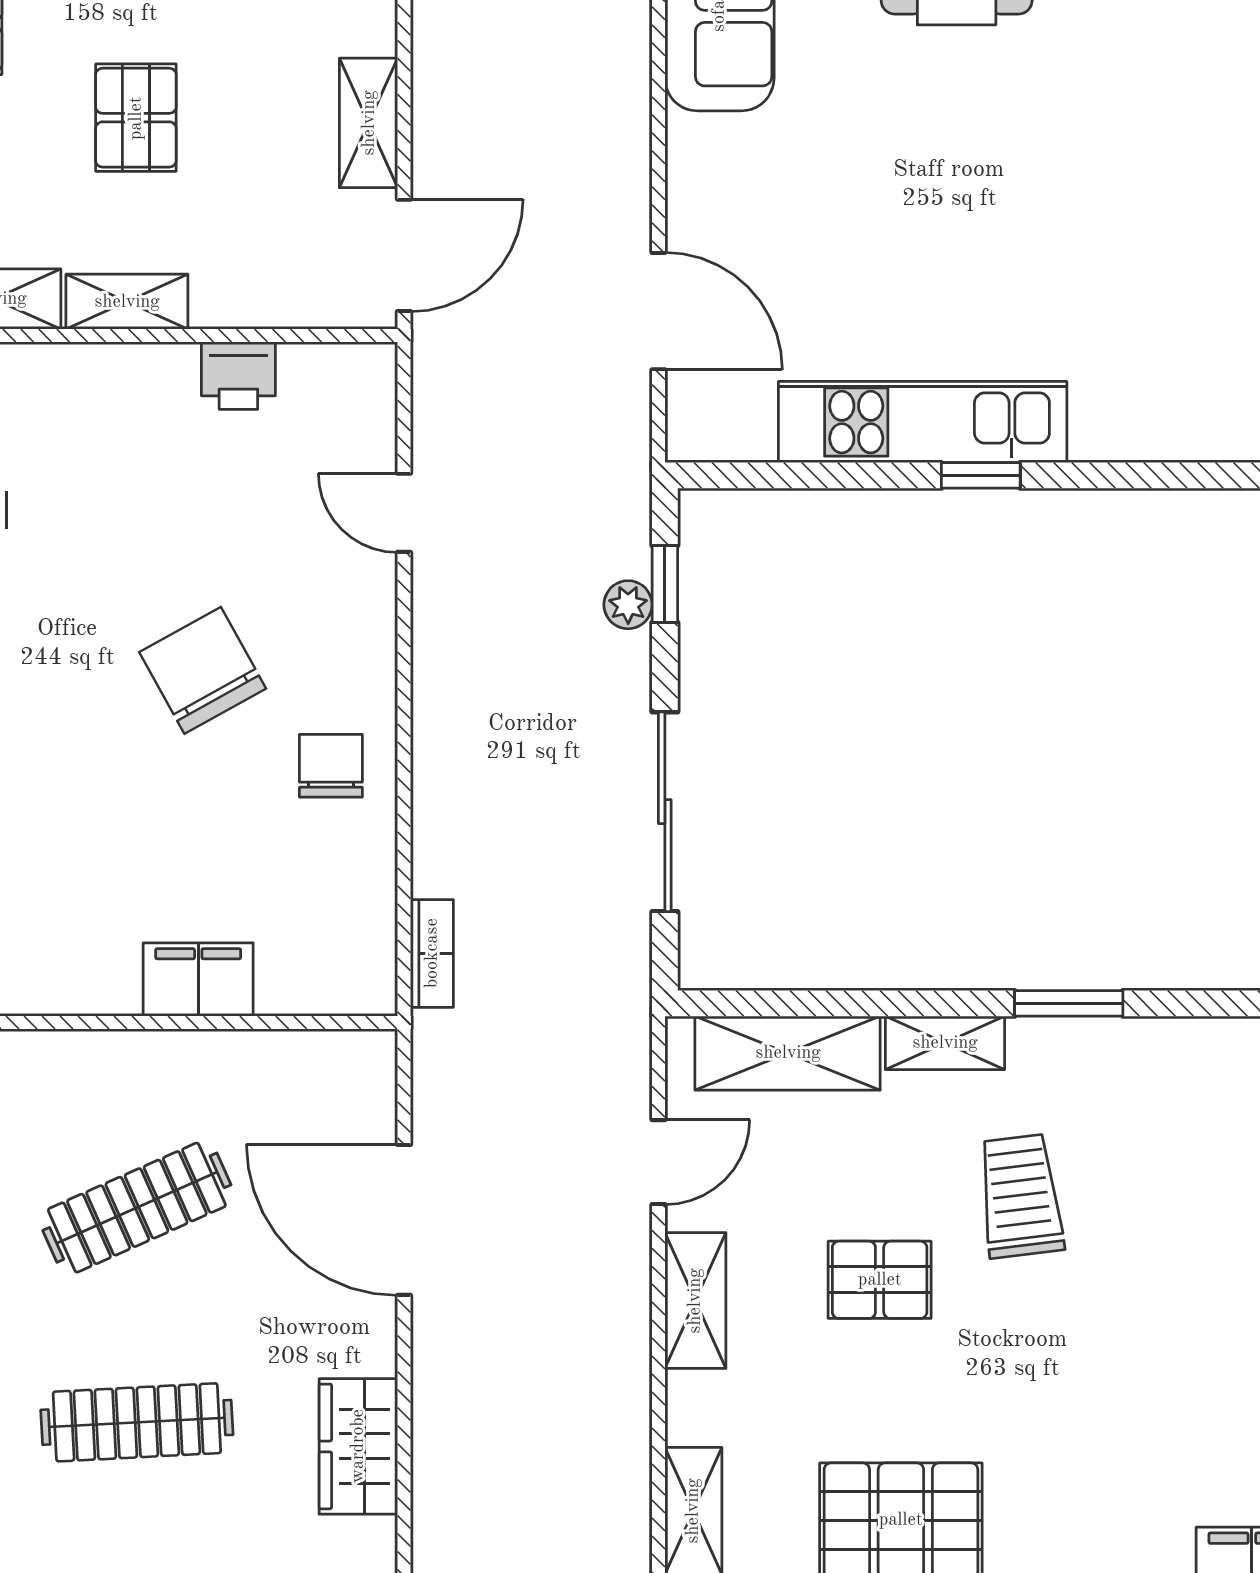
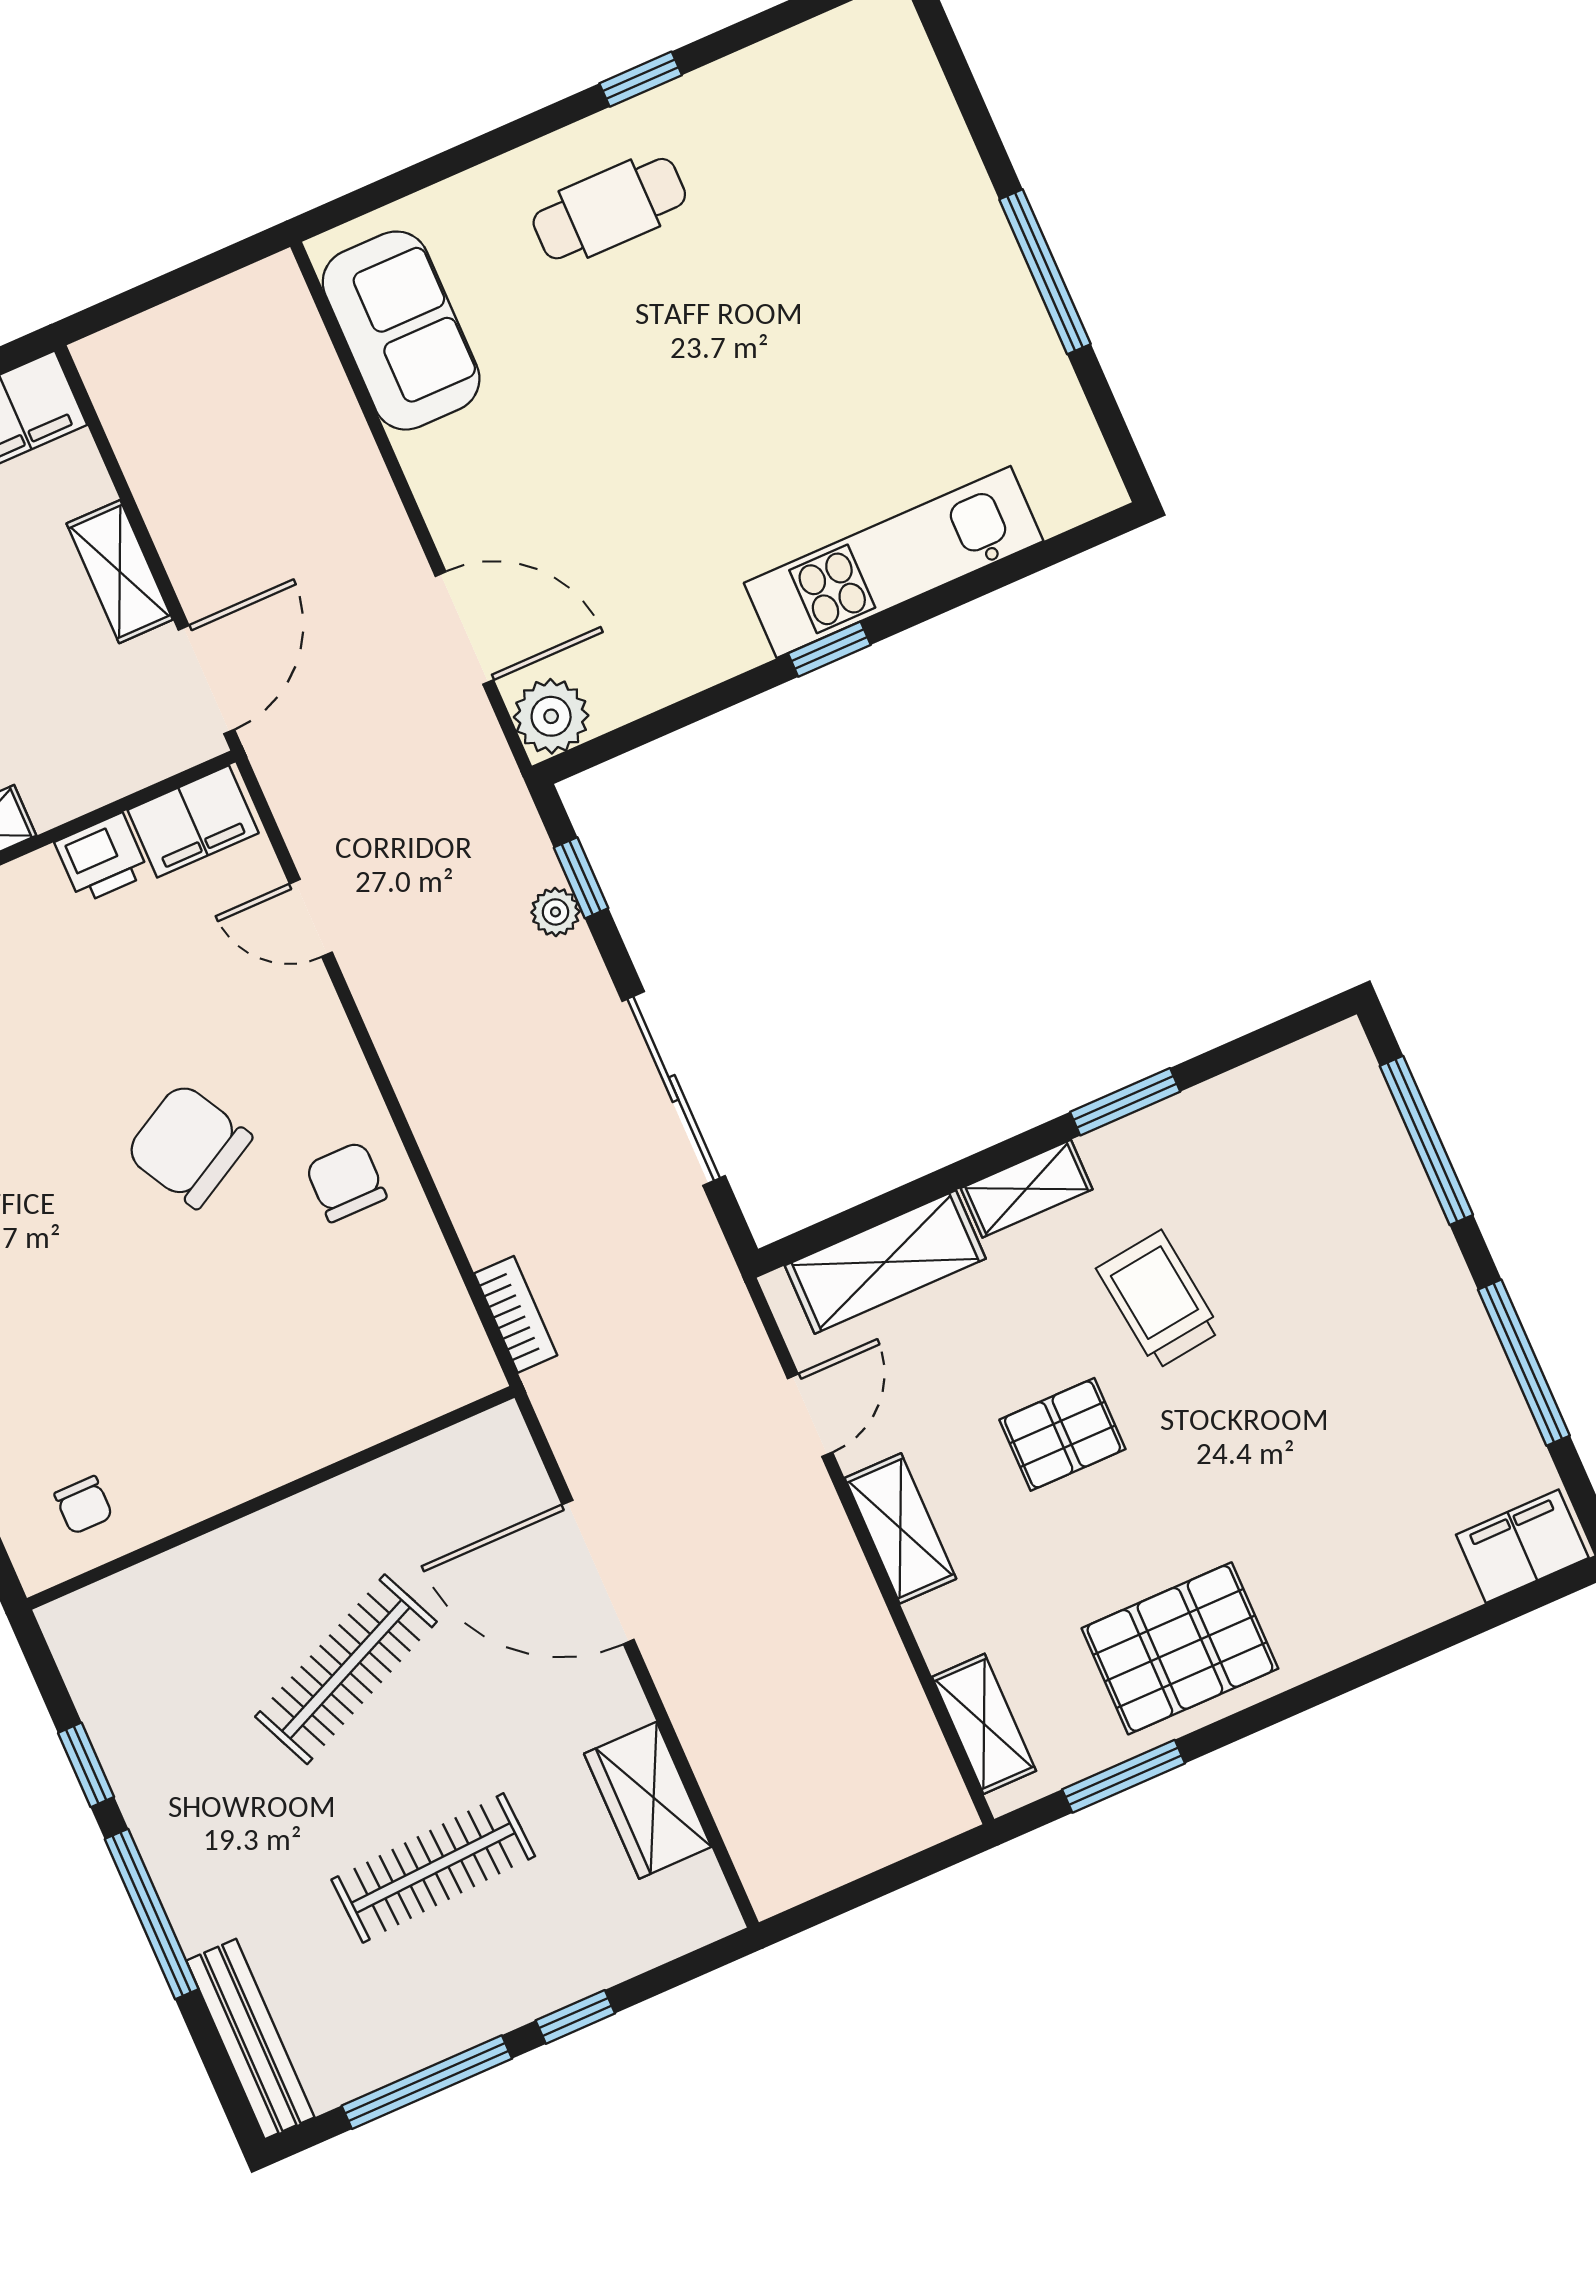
kitchen unit: (923, 422) -> (894, 562), moved
plant: (702, 426) -> (551, 716), added
filing cabinet: (198, 979) -> (193, 821), moved, turned 180

